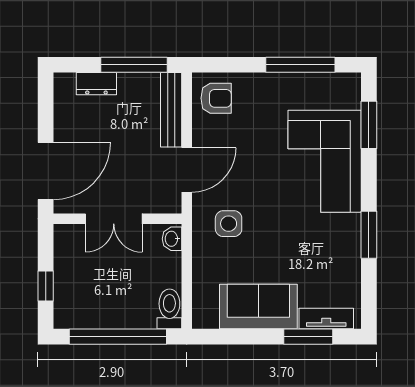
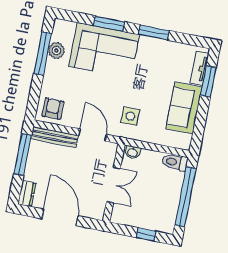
dresser: (96, 84) -> (27, 193), moved
plant: (310, 86) -> (56, 50), added
window: (369, 125) -> (109, 24), moved
door: (46, 171) -> (60, 217), moved

